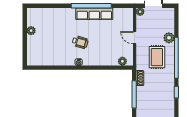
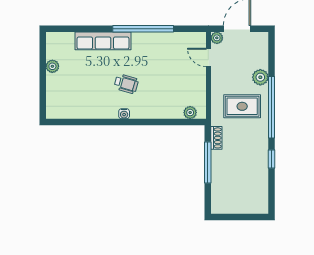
row of seats: (94, 14) -> (103, 41), moved
door: (135, 38) -> (208, 57), moved
rug: (157, 57) -> (242, 106), turned 90

